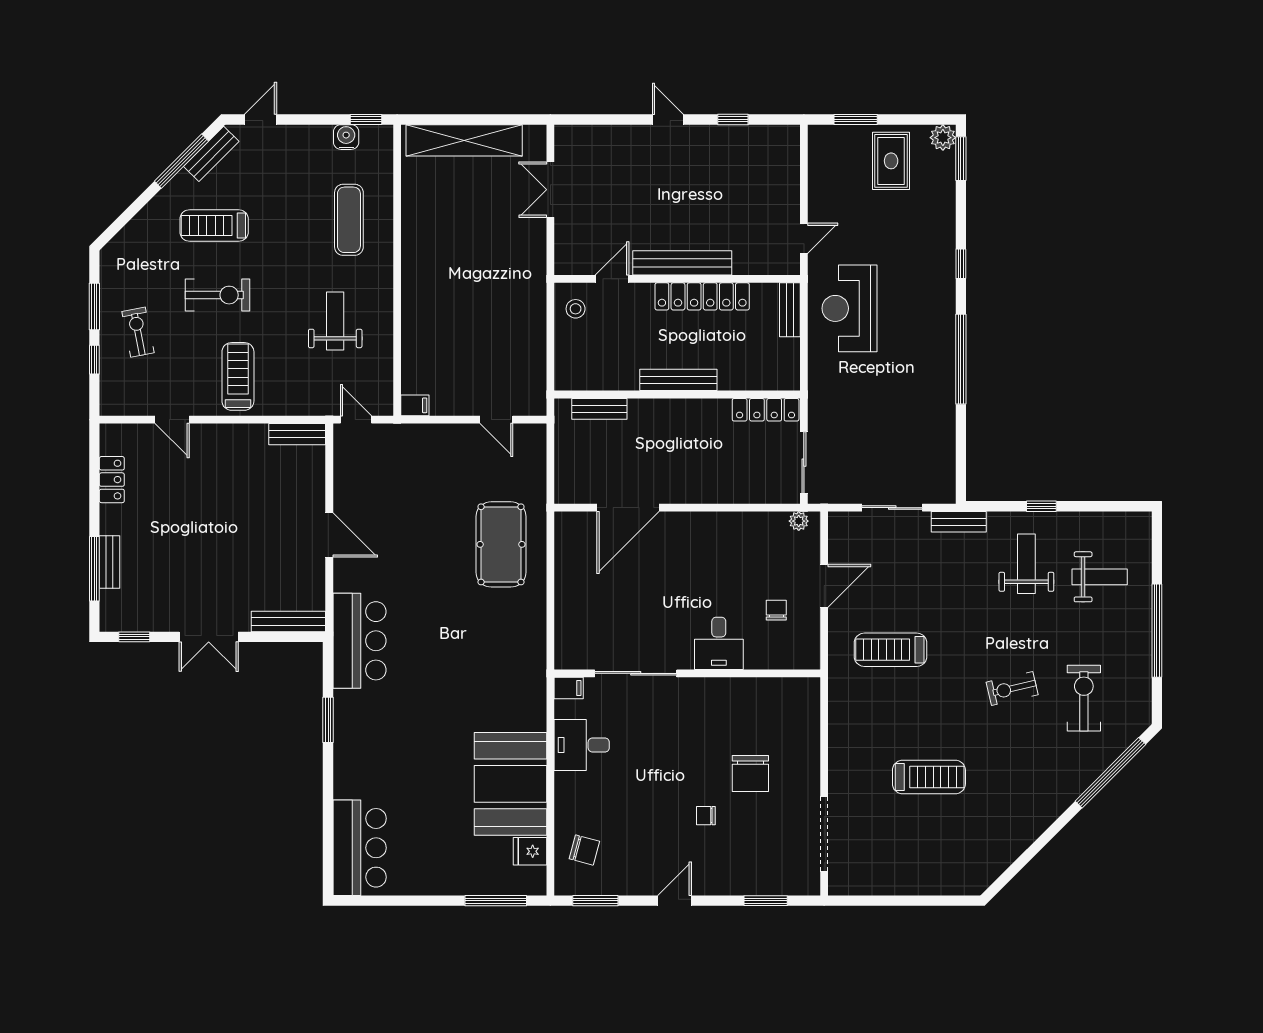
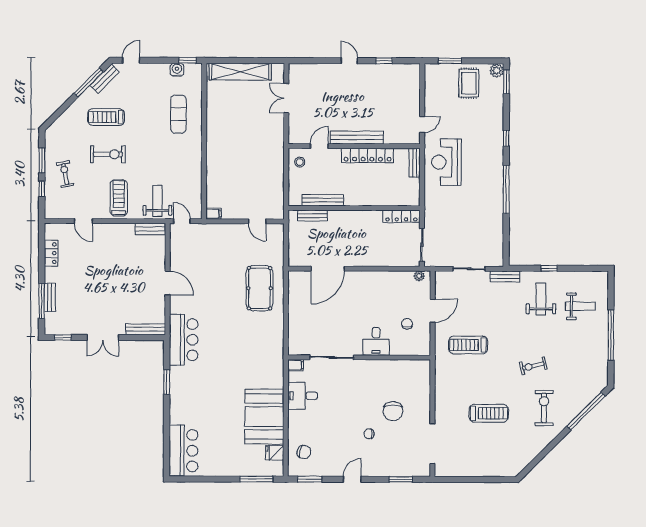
weight bench: (335, 321) -> (157, 201), moved
bench: (678, 380) -> (323, 200), moved
exercise bike: (1084, 698) -> (544, 408), moved

